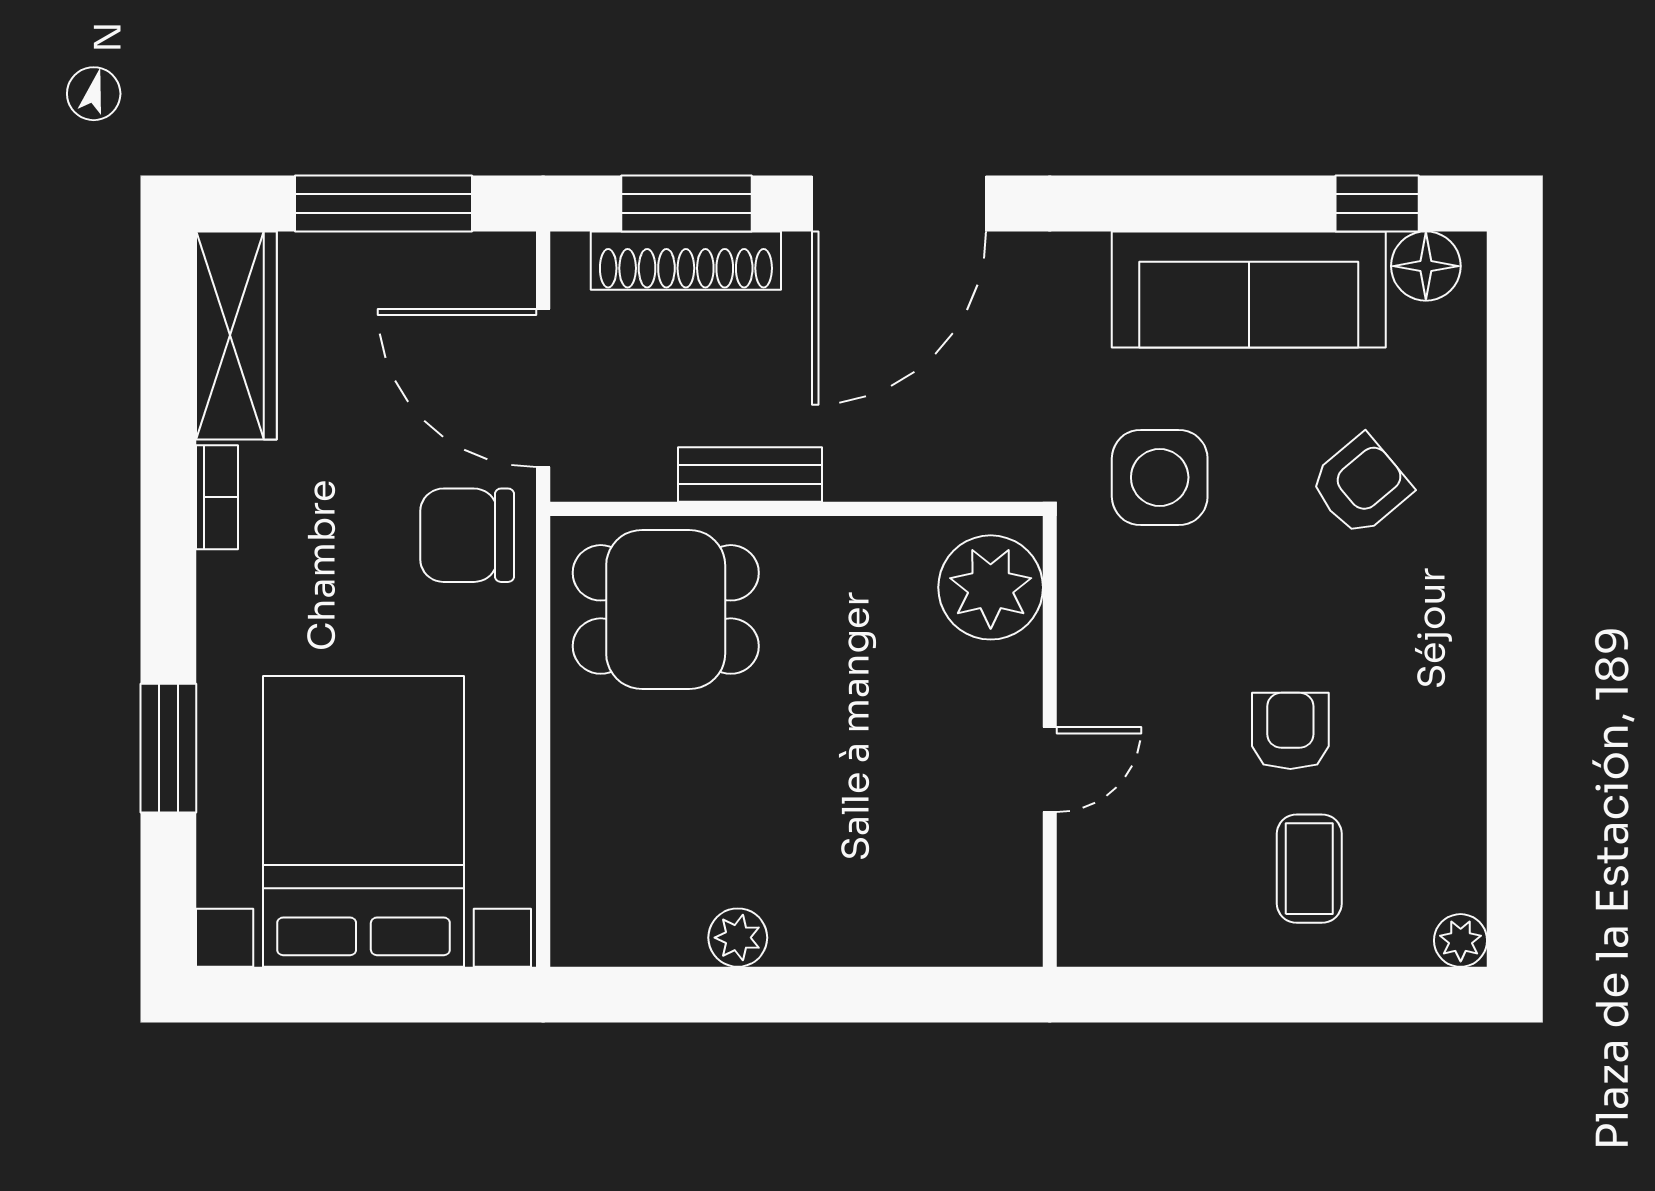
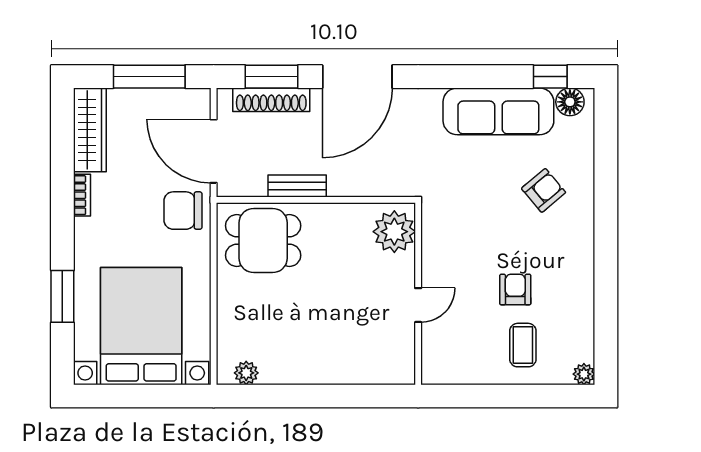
side table: (1160, 477) -> (462, 187), removed
plant: (738, 938) -> (246, 373), moved

